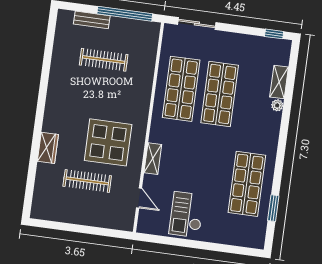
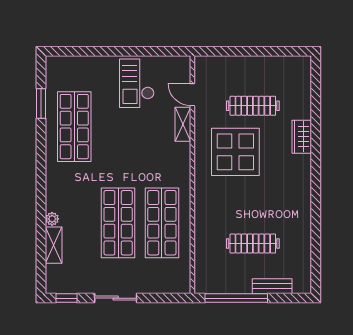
sliding door: (197, 23) -> (116, 298), moved
shelving: (153, 159) -> (183, 124), moved
checkout: (187, 215) -> (137, 83), turned 180

